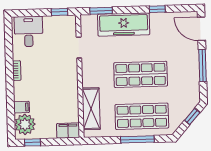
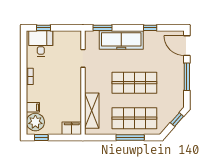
window: (60, 12) -> (44, 28), moved

